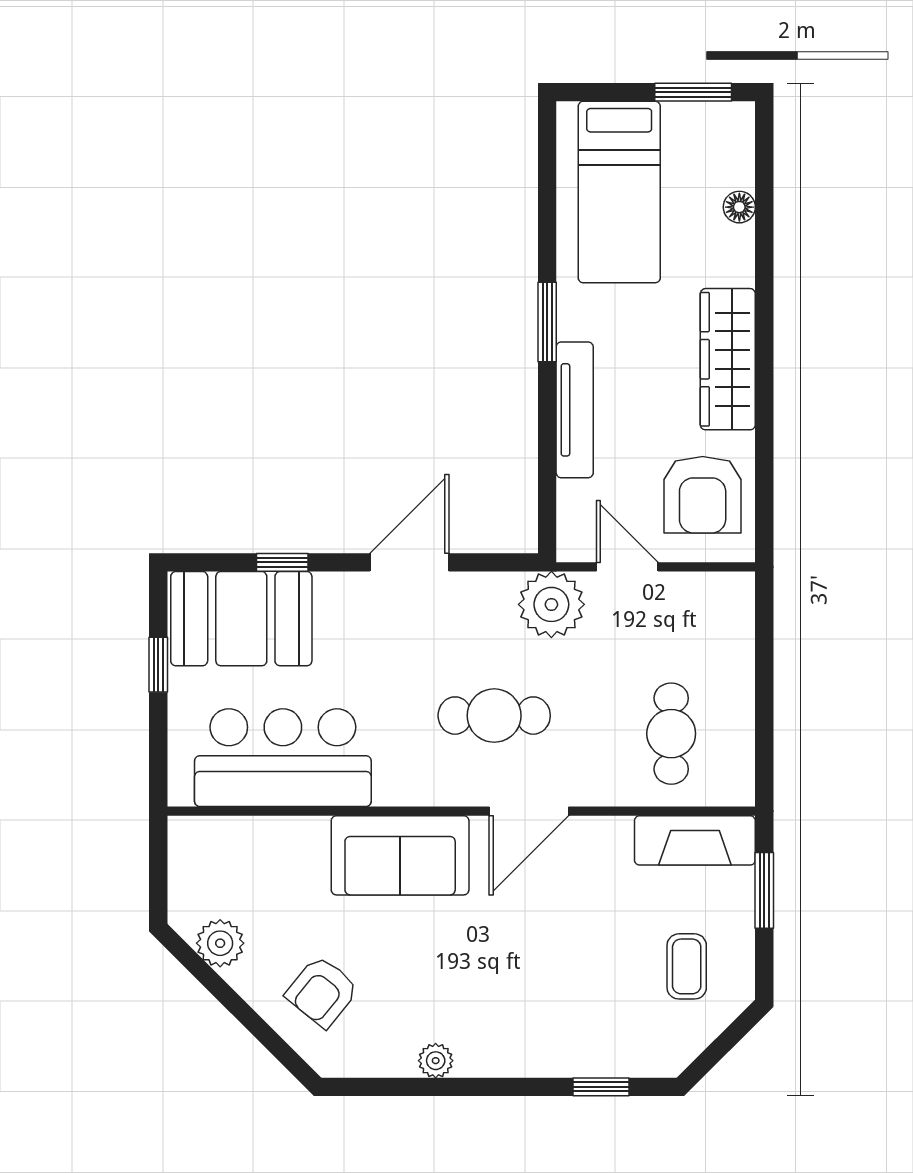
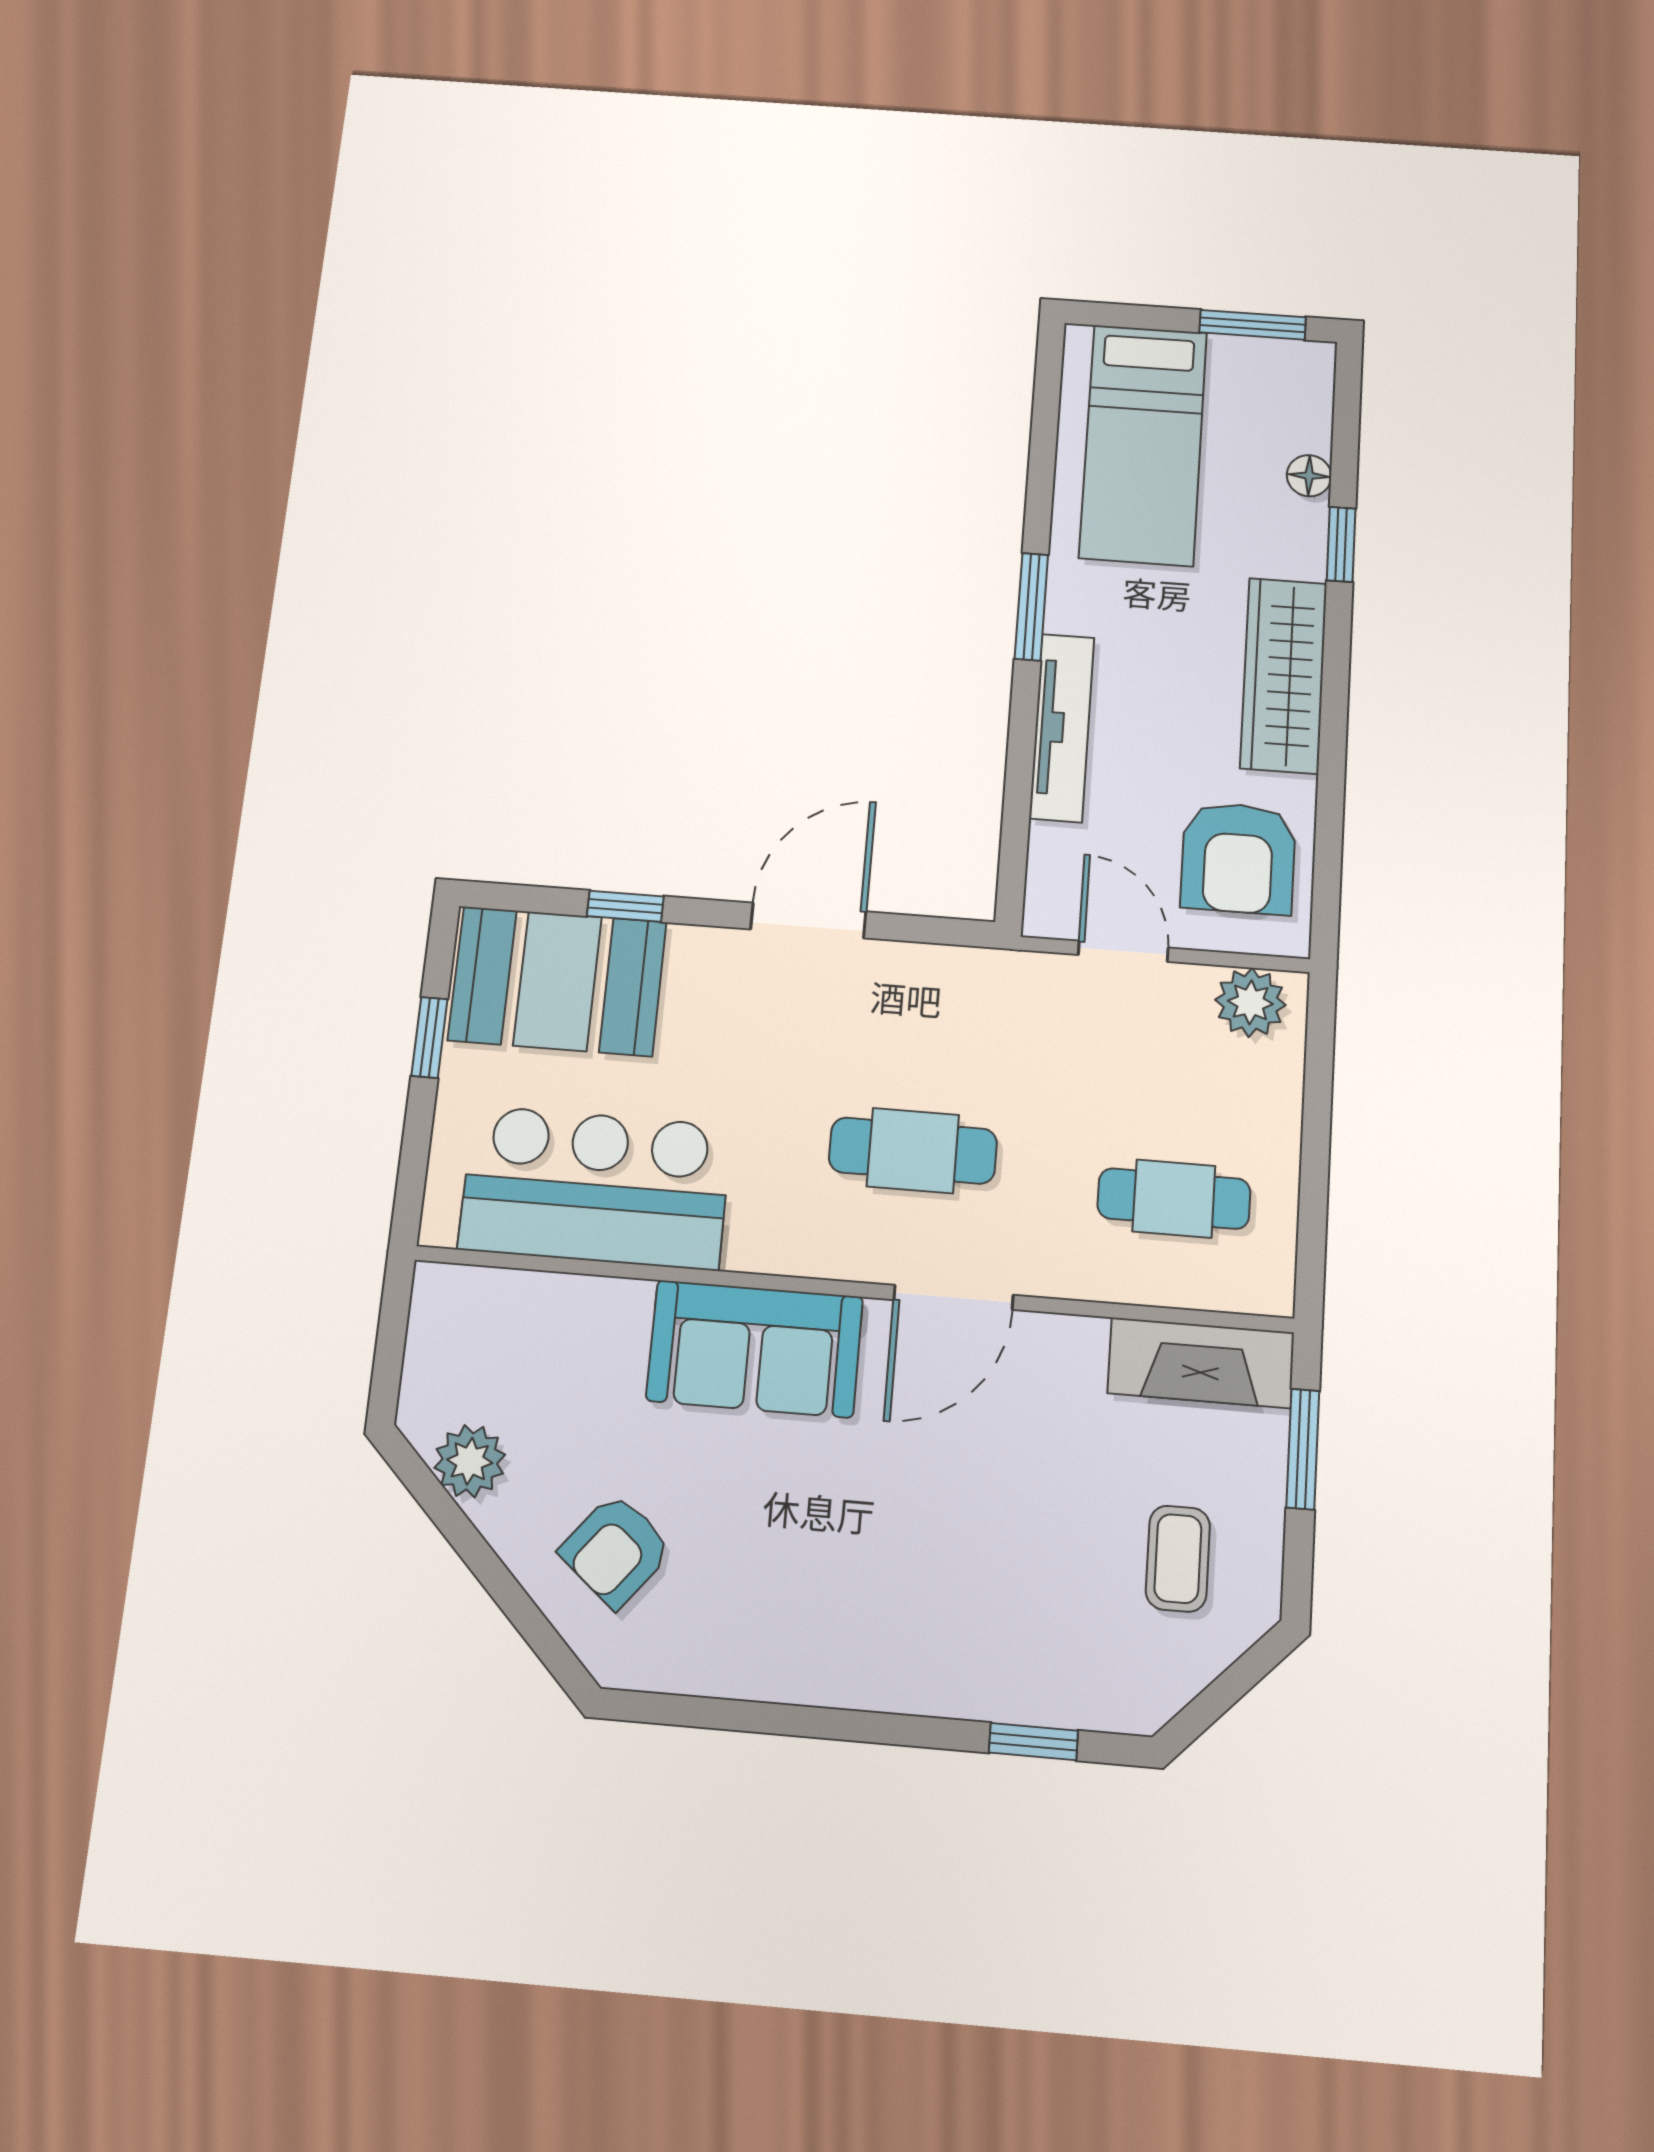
window: (764, 258) -> (1341, 544), added
plant: (551, 604) -> (1250, 1002), moved, width x0.73, depth x0.73
cafe table: (671, 734) -> (1174, 1199), turned 90
plant: (436, 1061) -> (780, 1676), removed

